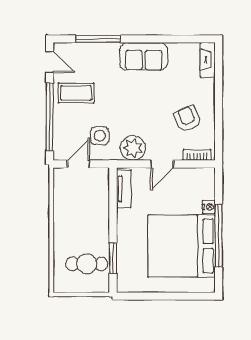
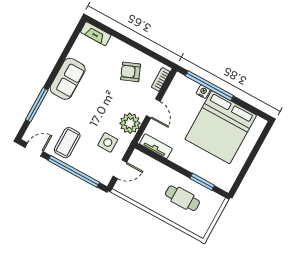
door: (79, 164) -> (120, 169), swing flipped
window: (219, 236) -> (209, 86), moved
cafe table: (87, 264) -> (182, 198), moved, turned 90

